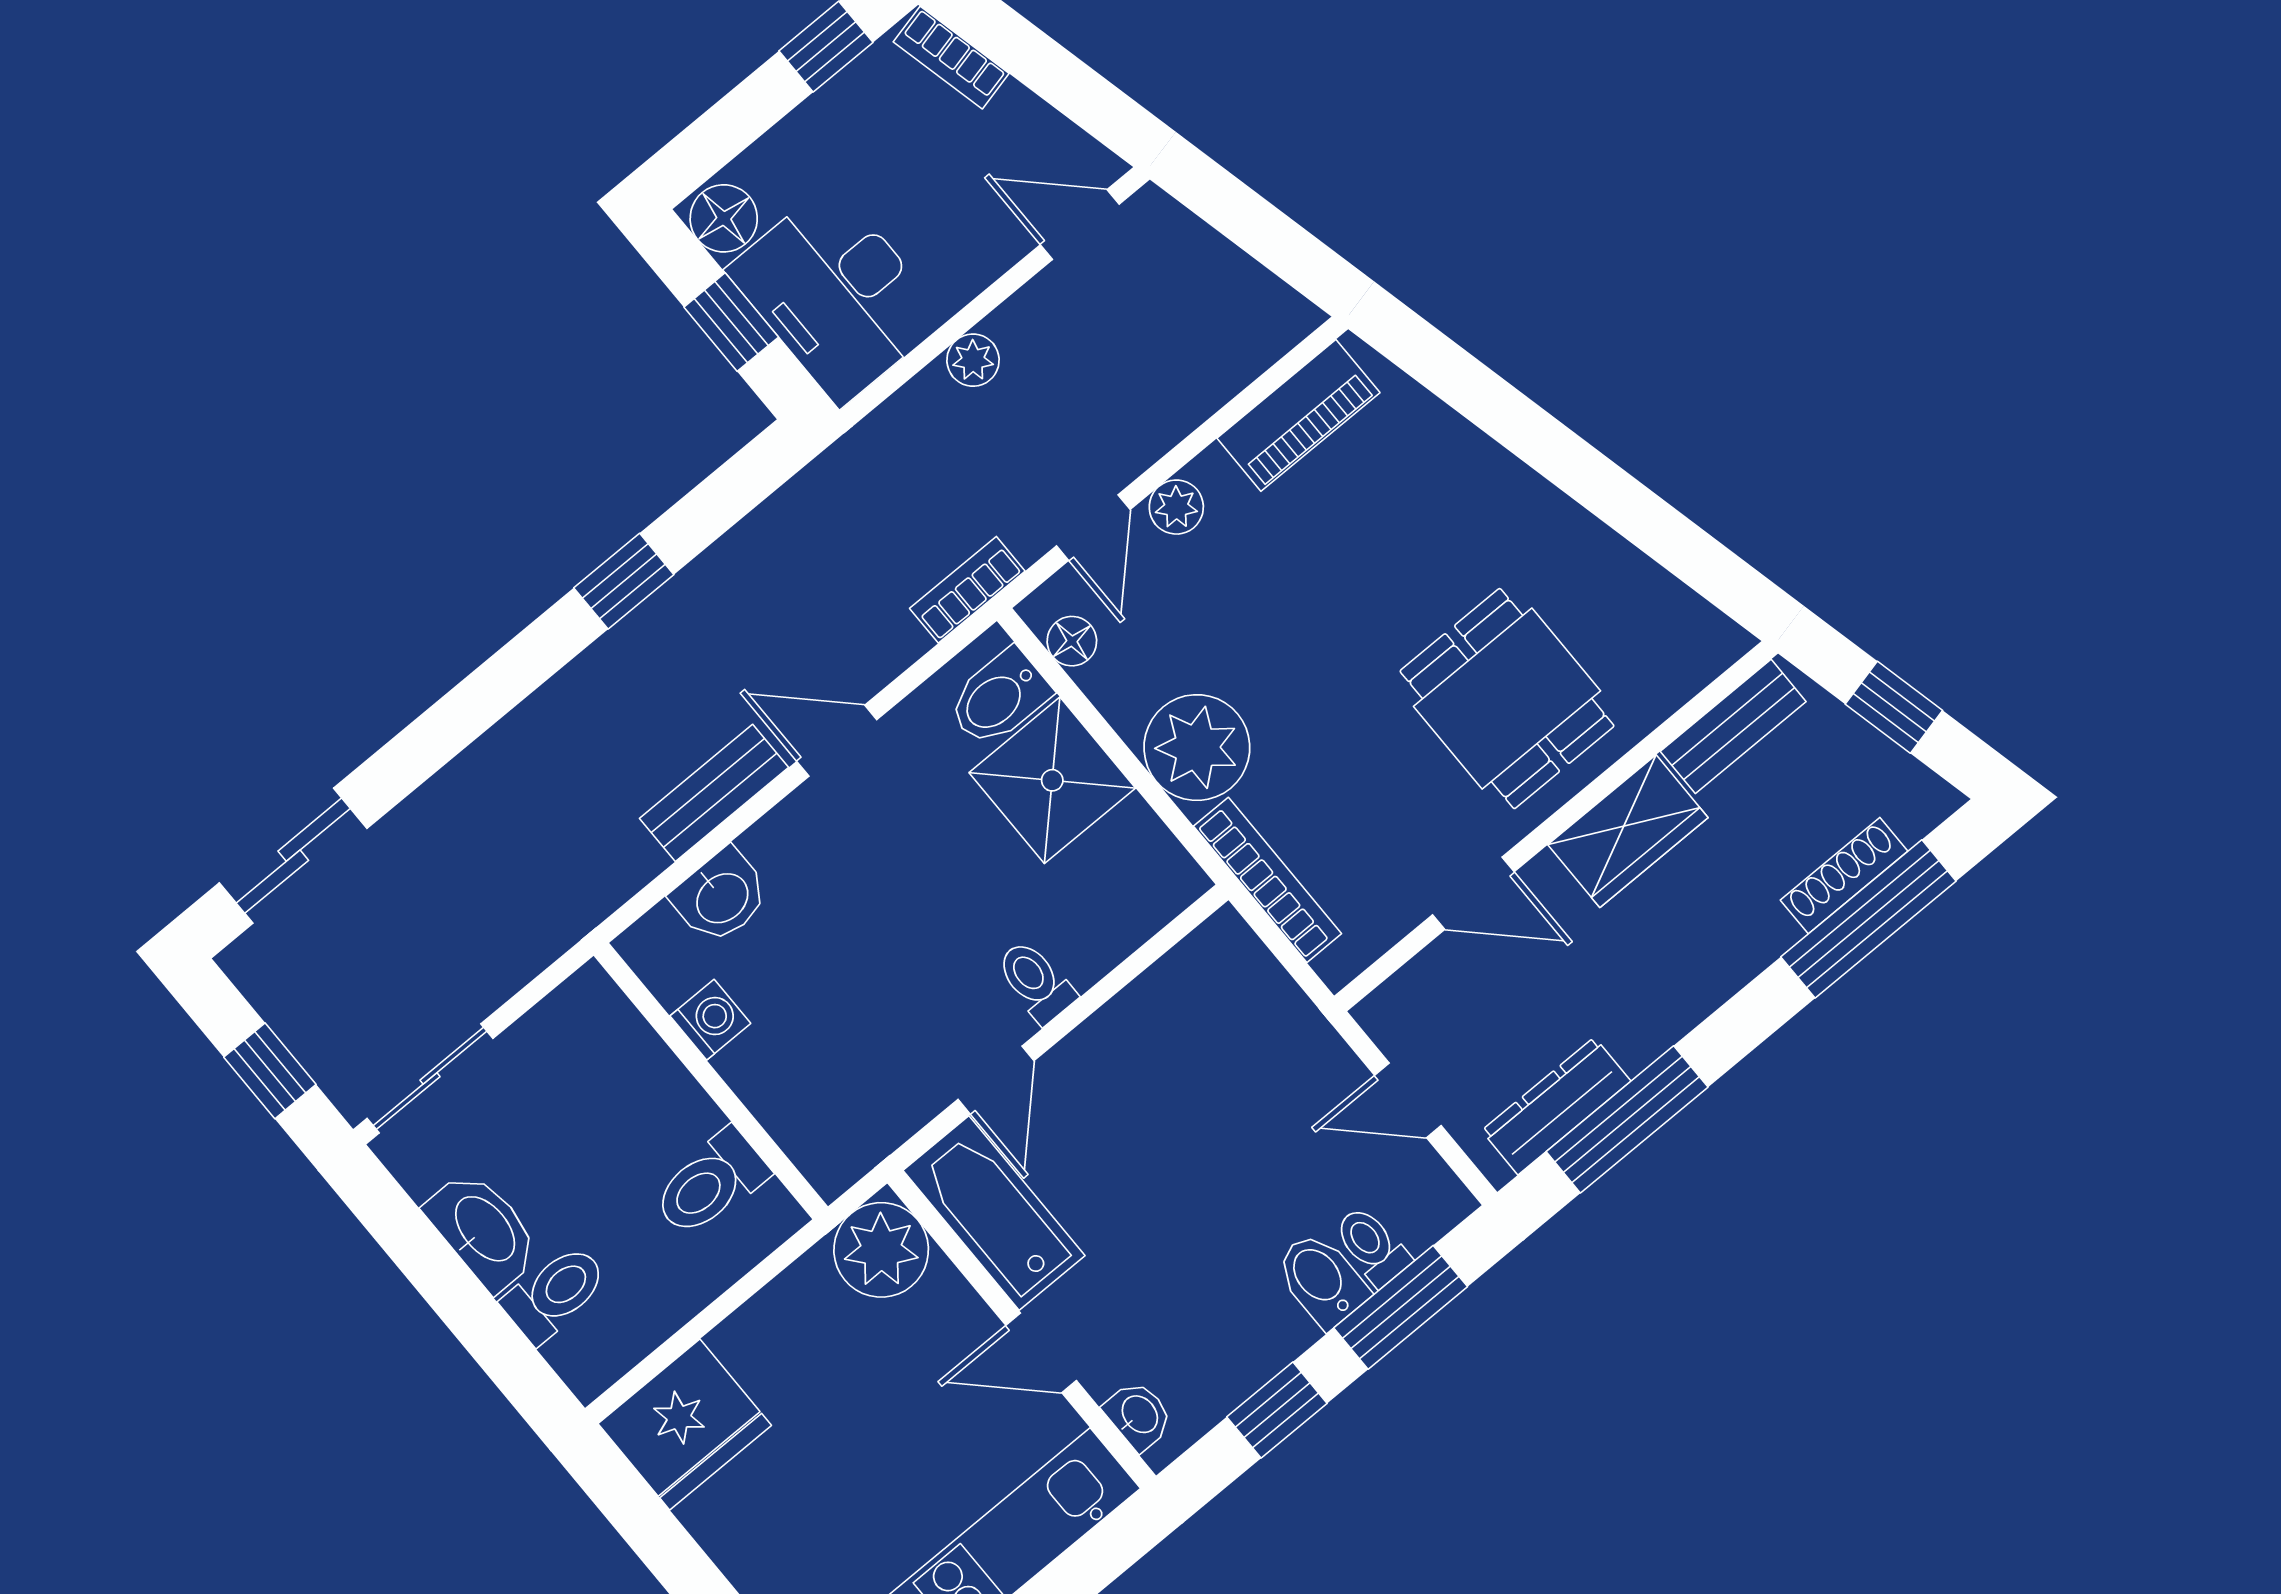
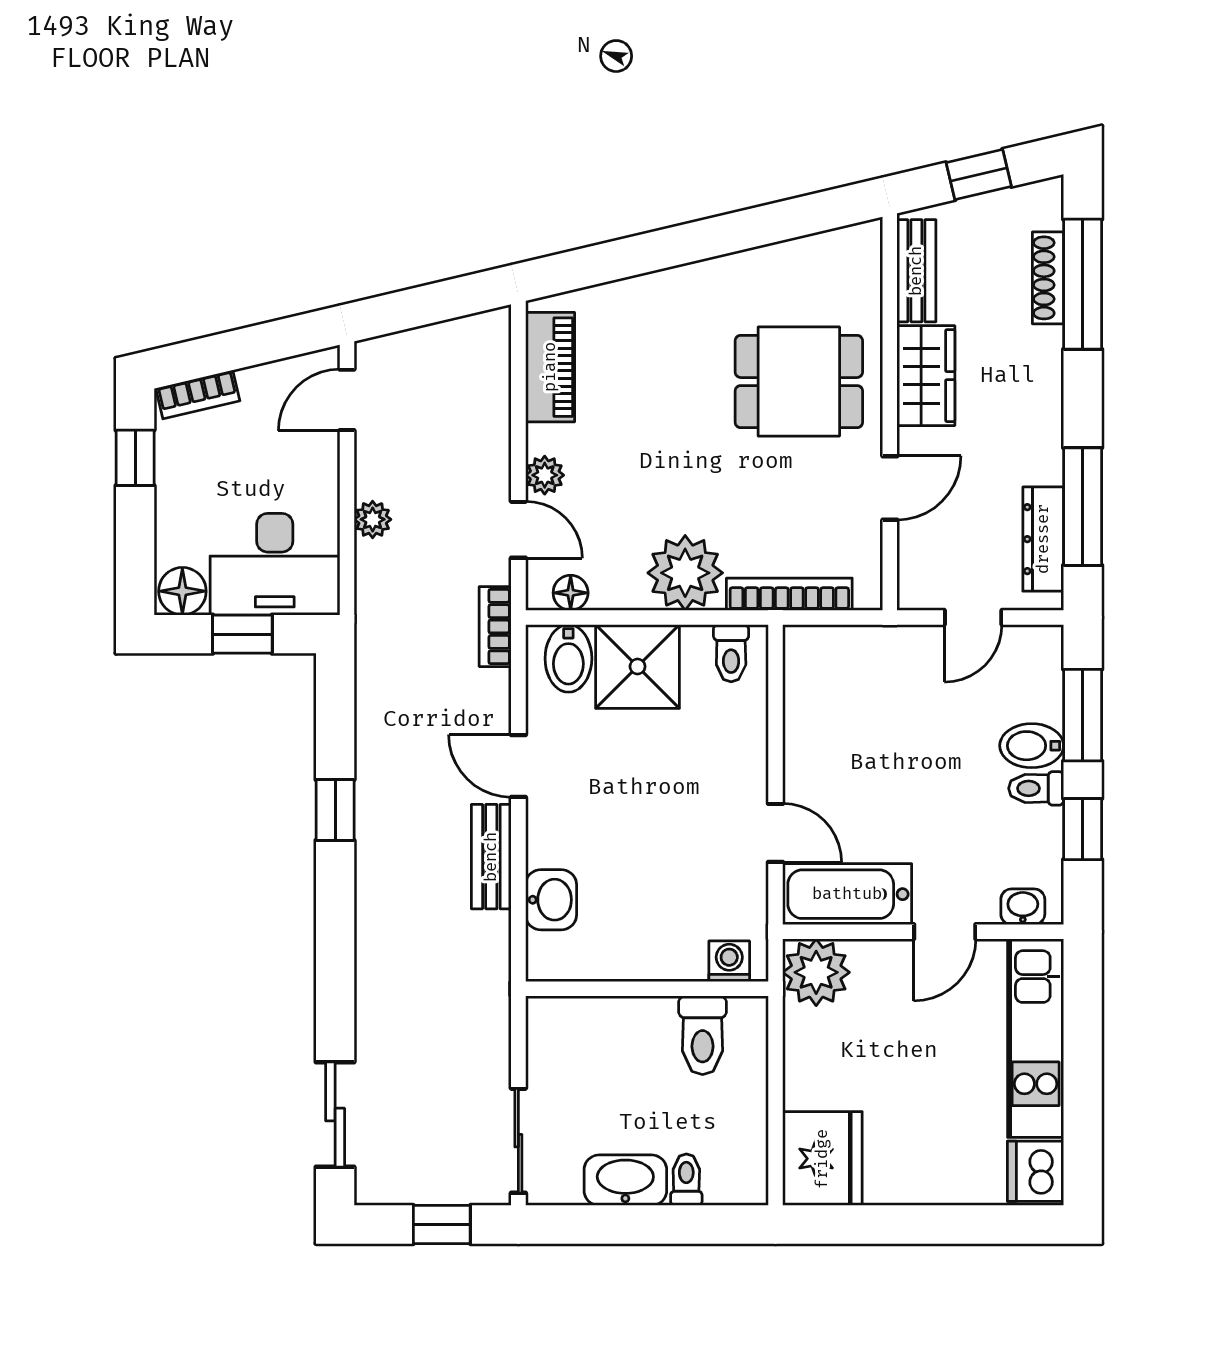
door: (837, 741) -> (518, 766), hinge flipped
toilet: (1036, 982) -> (731, 653), moved, turned -90
washing machine: (710, 1020) -> (729, 961), moved
toilet: (1372, 1246) -> (1036, 788), moved
toilet: (555, 1293) -> (686, 1180), width x0.73, depth x0.72

